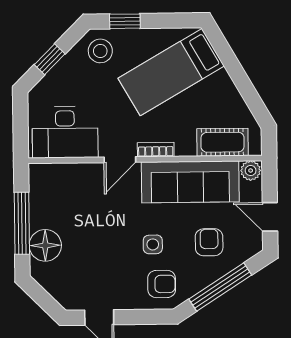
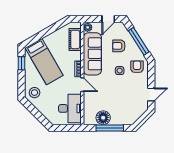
window: (125, 21) -> (22, 63), moved
window: (50, 59) -> (38, 115), removed
floor lamp: (45, 245) -> (103, 118), moved

